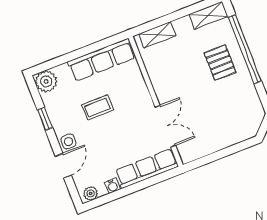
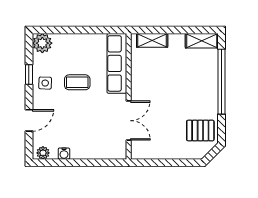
row of seats: (102, 60) -> (117, 63), moved, turned 90
pallet: (220, 63) -> (200, 131), moved, turned 90
side table: (68, 141) -> (45, 83), moved
row of seats: (147, 169) -> (99, 150), removed

